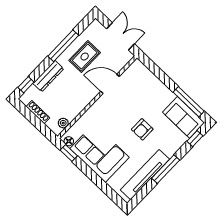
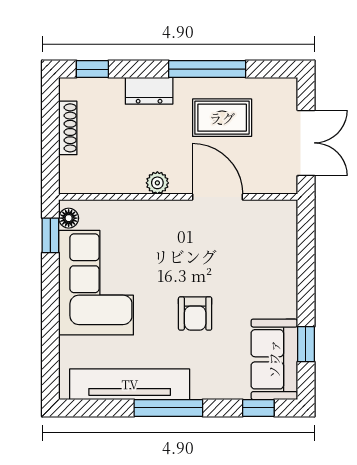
dresser: (48, 76) -> (149, 91), width x0.70
window: (189, 102) -> (306, 344), width x0.46
plant: (63, 123) -> (157, 183), moved
armchair: (142, 129) -> (195, 313), turned -90

